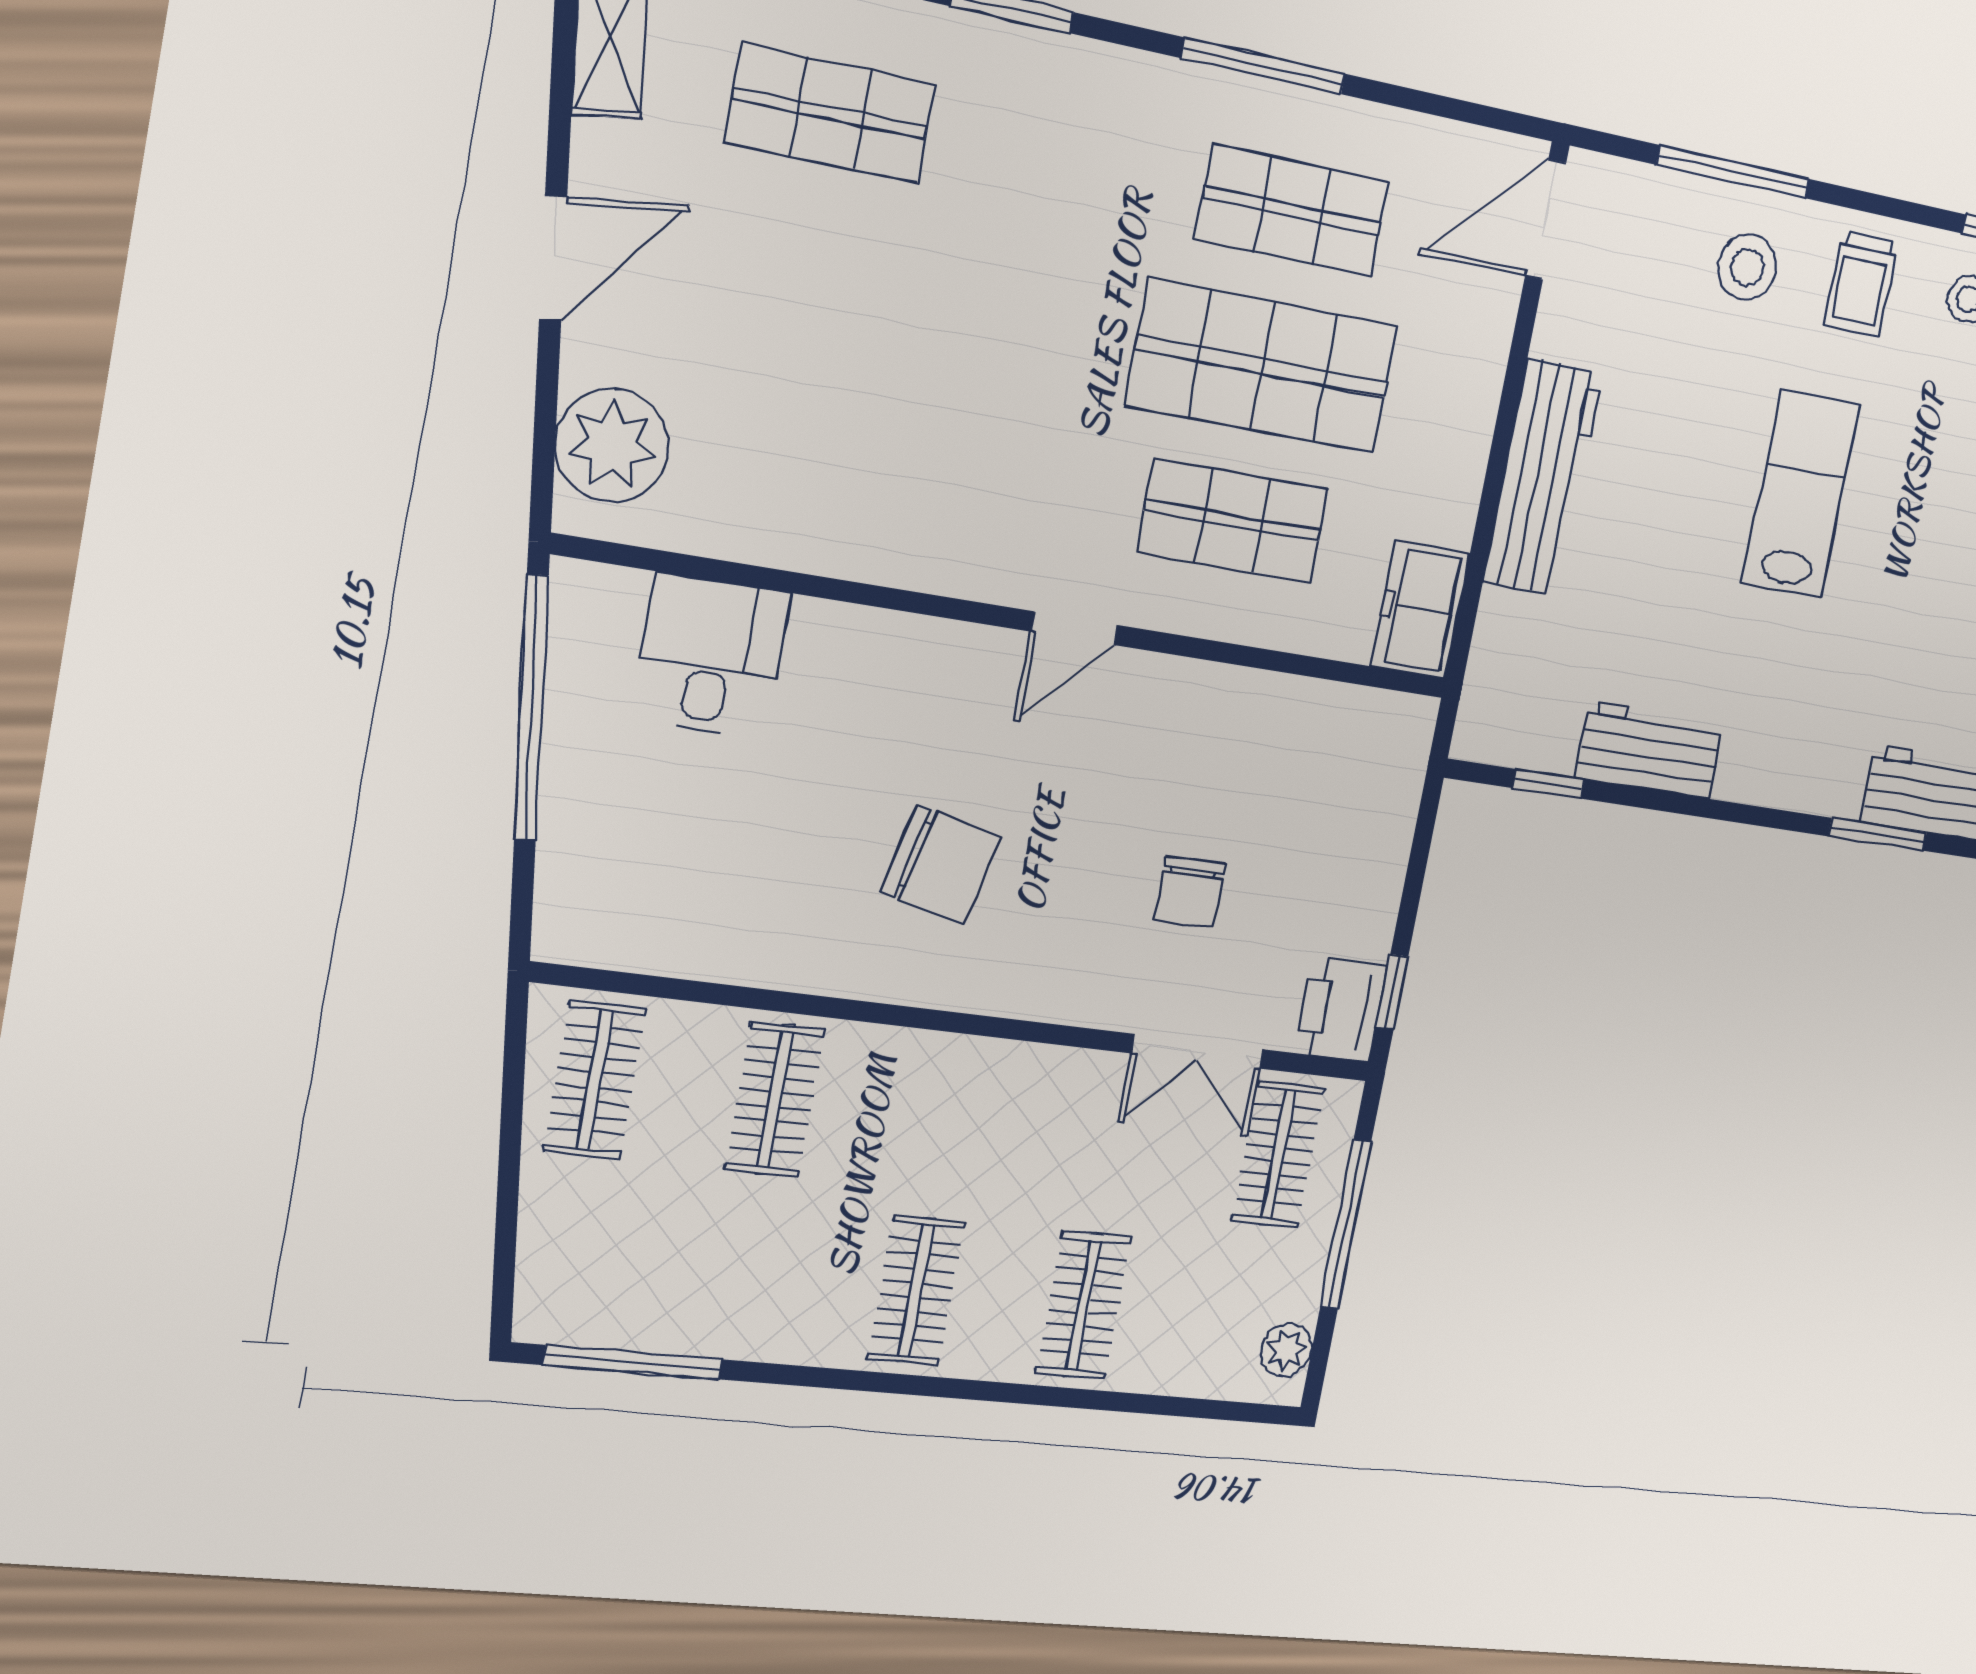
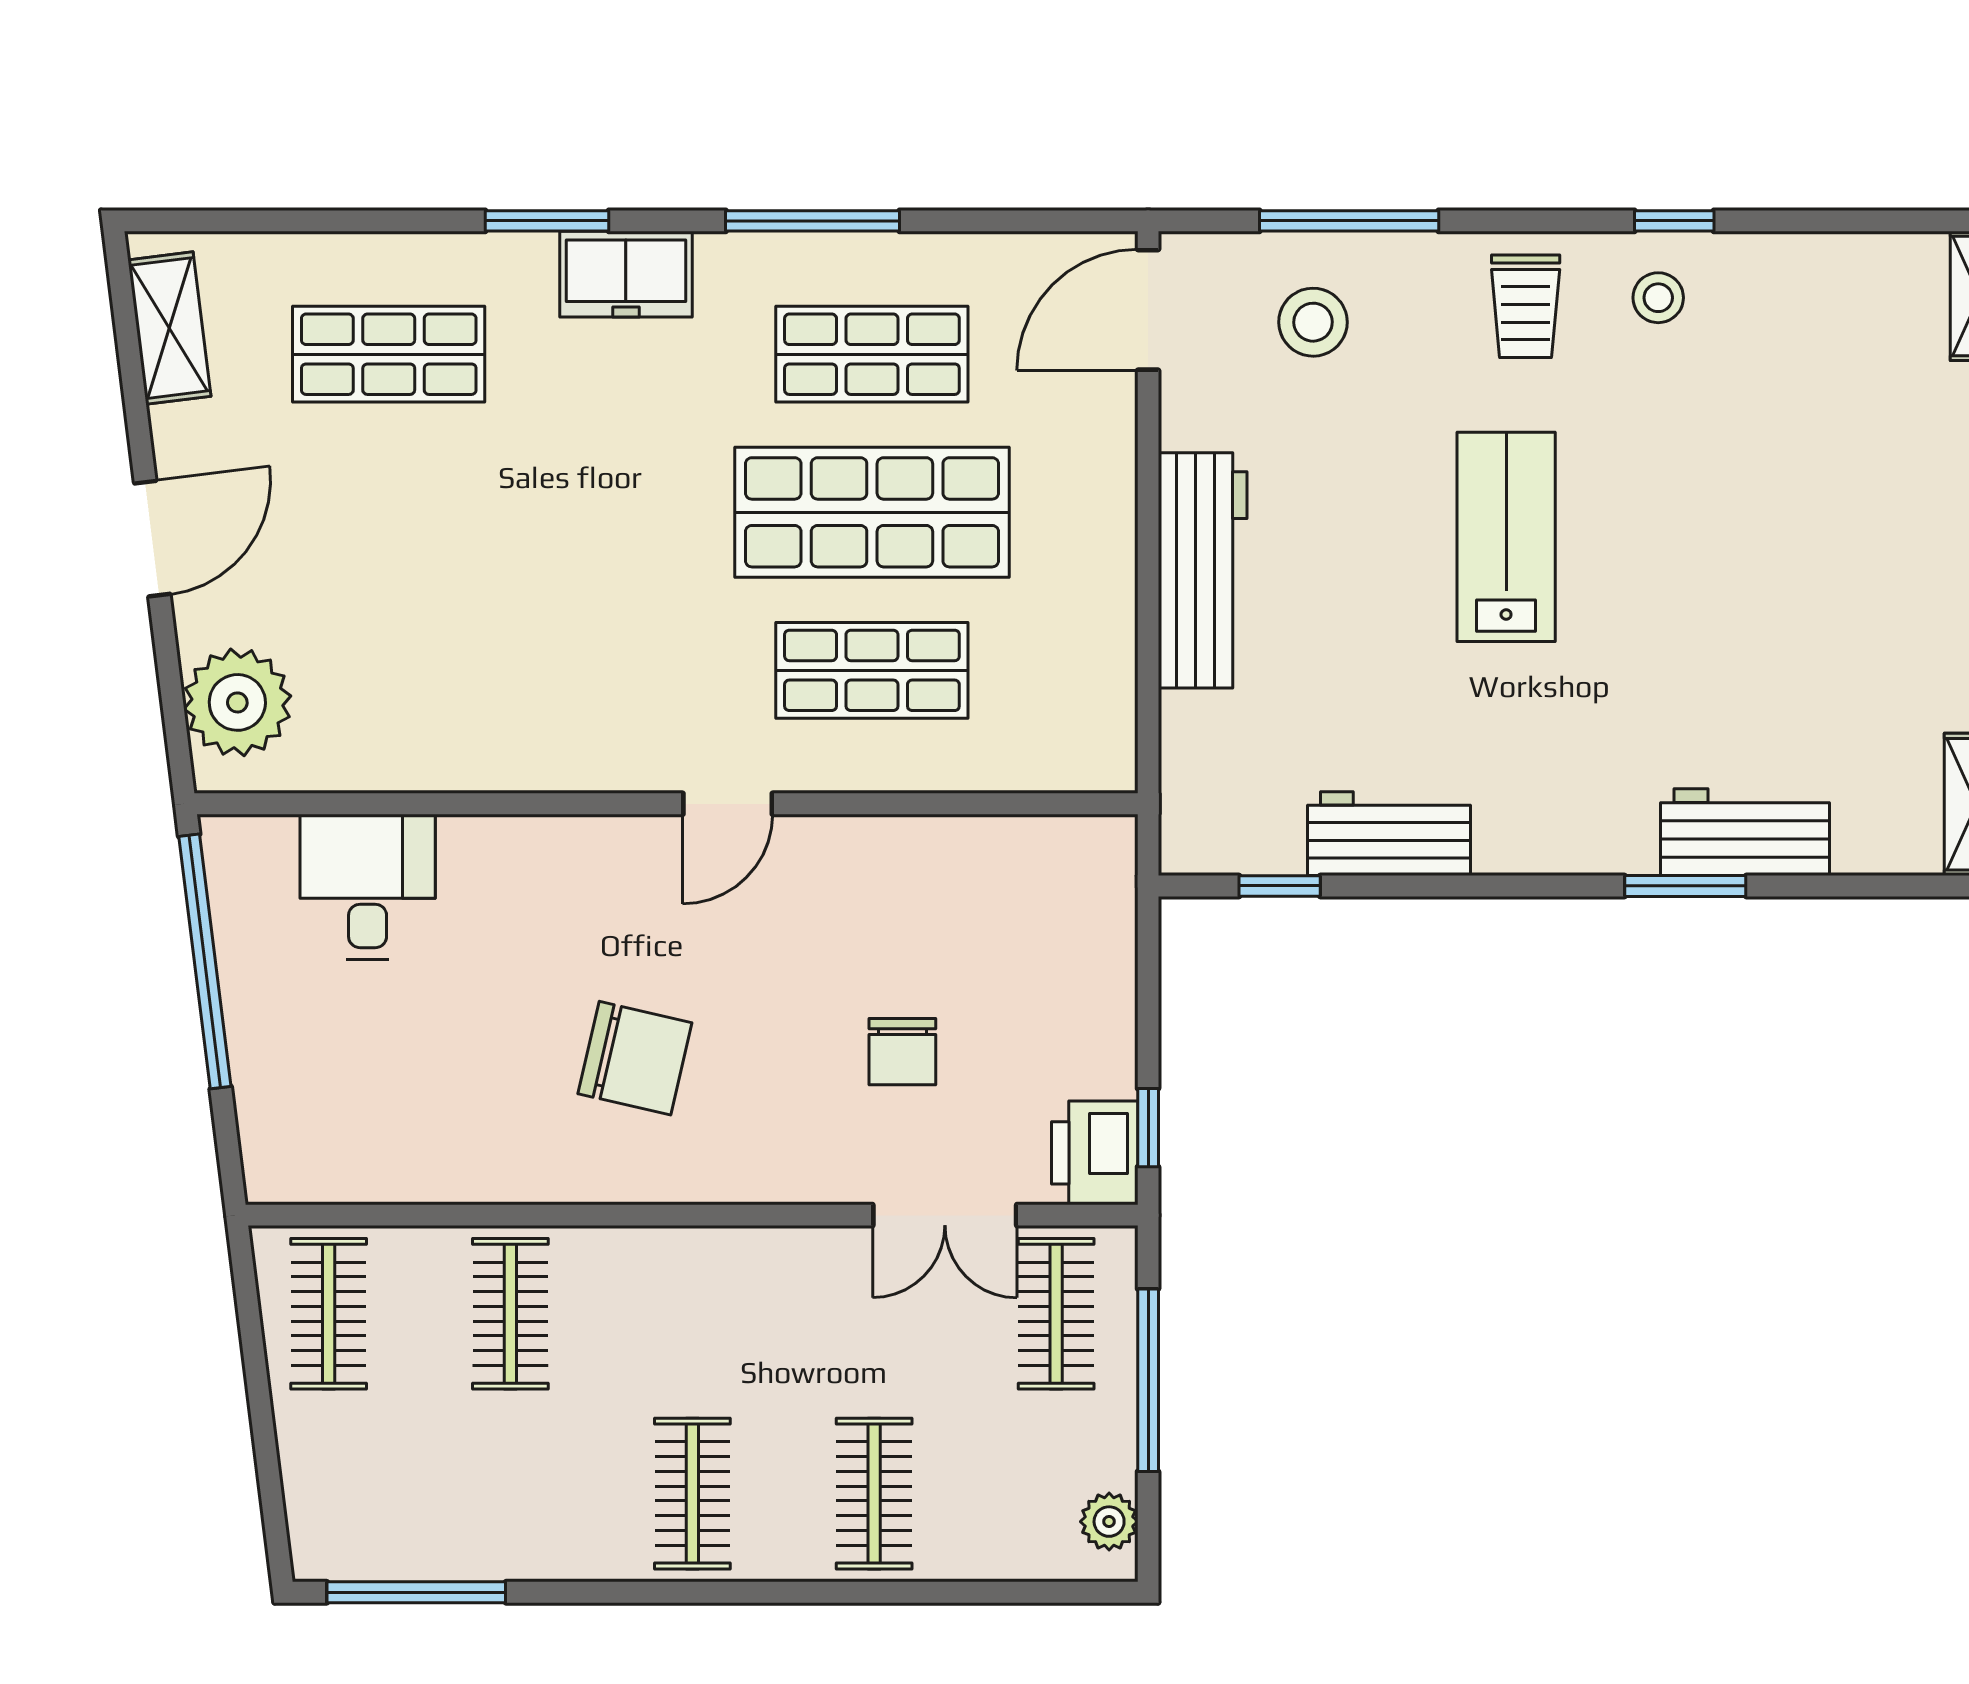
stool: (1747, 267) -> (1313, 322), moved
freezer: (1420, 610) -> (626, 274), moved, turned -90

